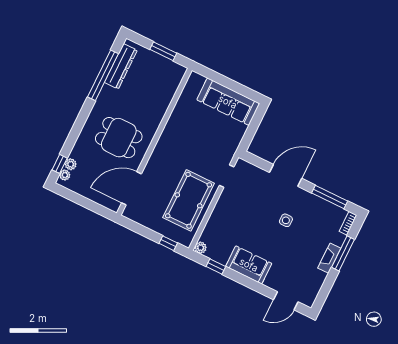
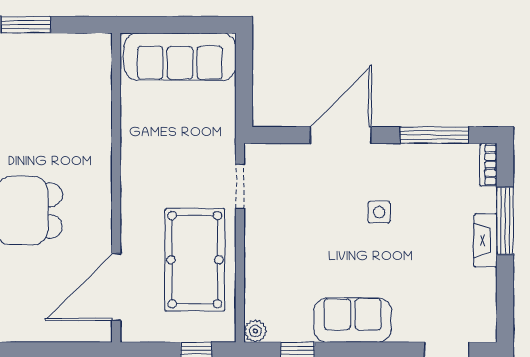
wall: (154, 142) -> (116, 188), moved
door: (131, 188) -> (116, 287), moved

